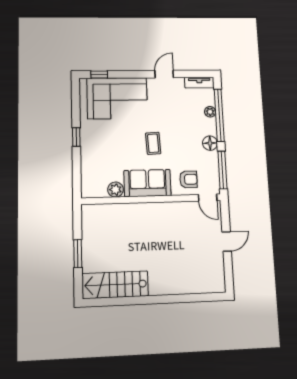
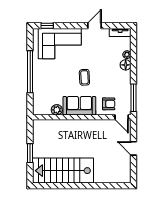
window: (219, 115) -> (134, 57), removed
window: (76, 137) -> (30, 72), width x3.17
floor lamp: (210, 143) -> (126, 65), moved
door: (227, 241) -> (134, 148), swing flipped
stairs: (115, 285) -> (63, 171), width x1.36, depth x1.51

